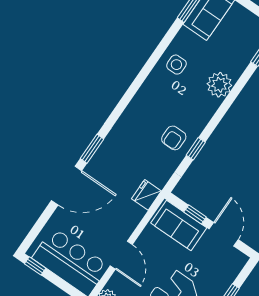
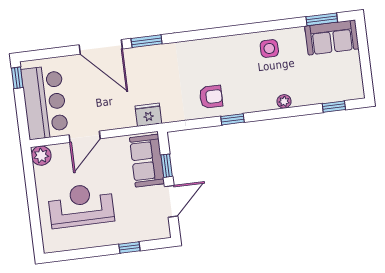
plant: (219, 85) -> (284, 101), width x0.53, depth x0.53
armchair: (174, 138) -> (211, 97), turned 180
window: (196, 149) -> (232, 119), moved

